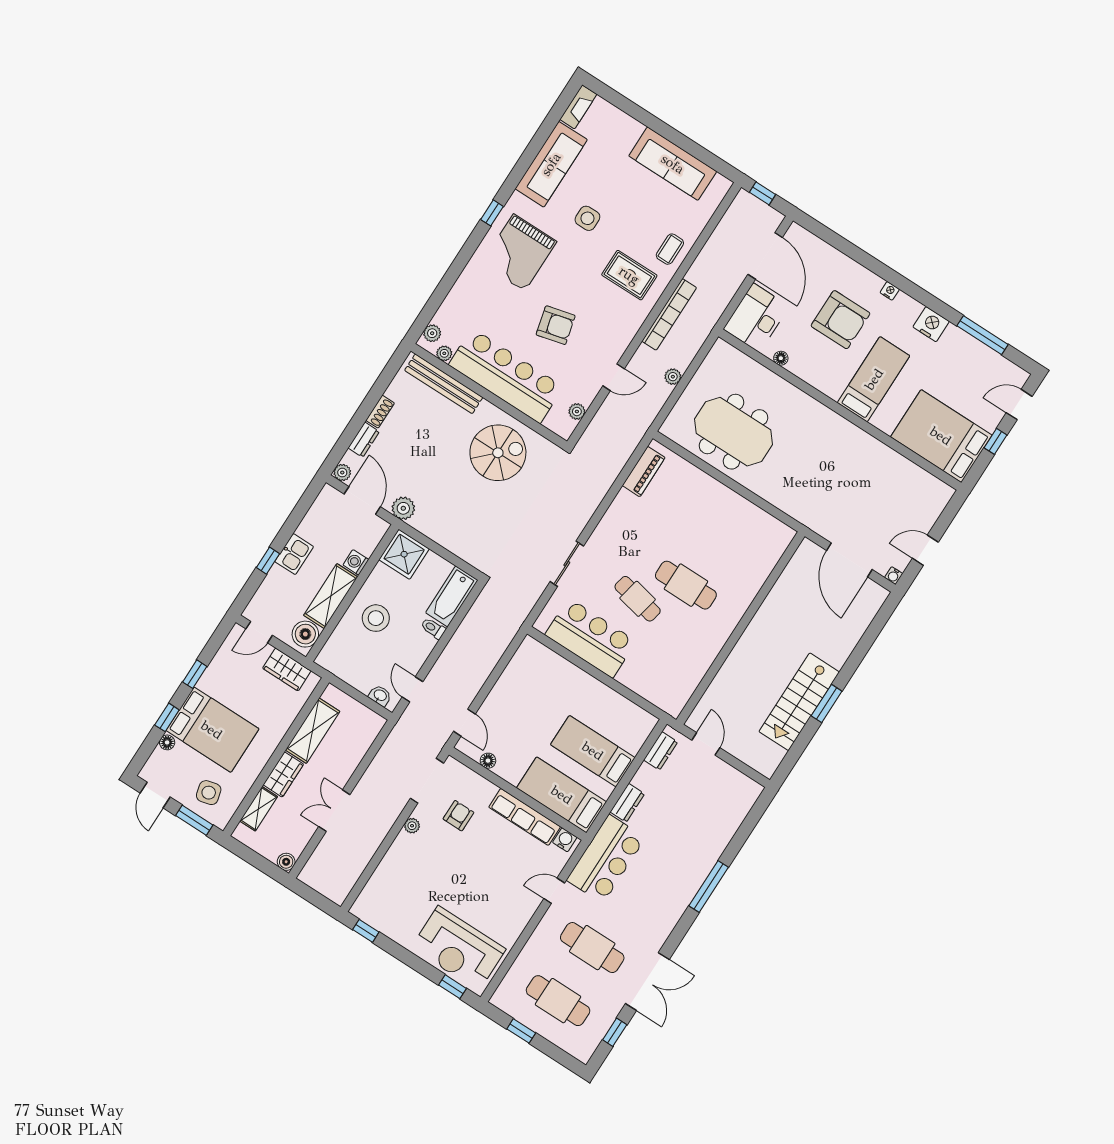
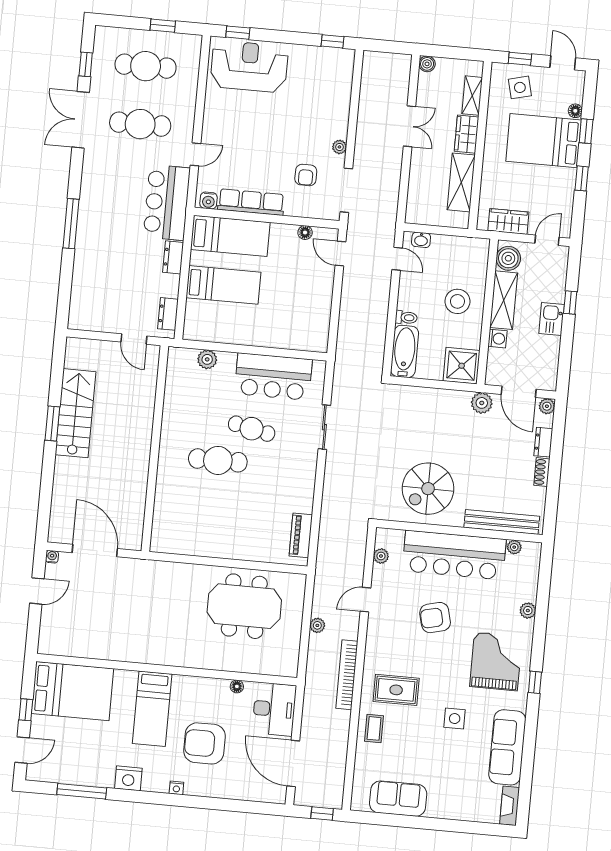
sofa: (673, 164) -> (398, 799), width x0.73
plant: (432, 333) -> (528, 611), moved
plant: (646, 688) -> (207, 359), added
window: (194, 820) -> (520, 59), width x0.67

